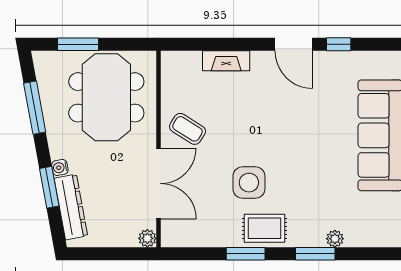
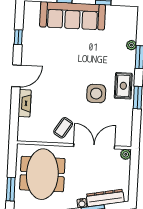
door: (294, 44) -> (16, 76), moved
meeting table: (106, 97) -> (42, 174), turned 90

